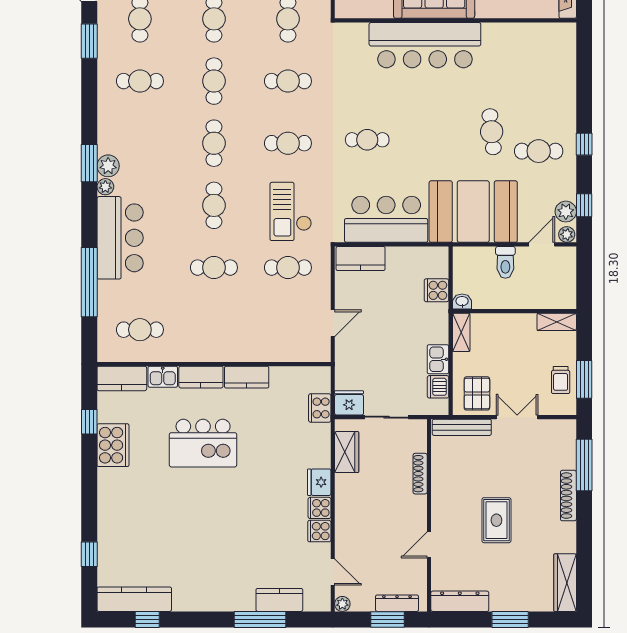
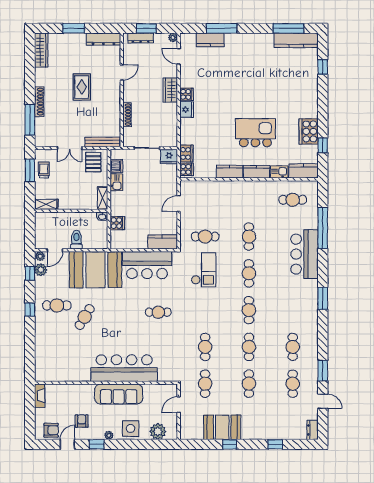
cafe table: (140, 81) -> (293, 347), turned 90
cafe table: (288, 81) -> (205, 347), turned 90
cafe table: (492, 132) -> (85, 317), turned 37
cafe table: (288, 143) -> (205, 310), removed
plant: (108, 166) -> (312, 297), removed
plant: (105, 187) -> (313, 284), removed
cafe table: (214, 268) -> (249, 237), turned 90
wardrobe: (347, 452) -> (170, 90), moved
cooker: (319, 531) -> (187, 169), moved
window: (147, 619) -> (288, 28), width x2.17

